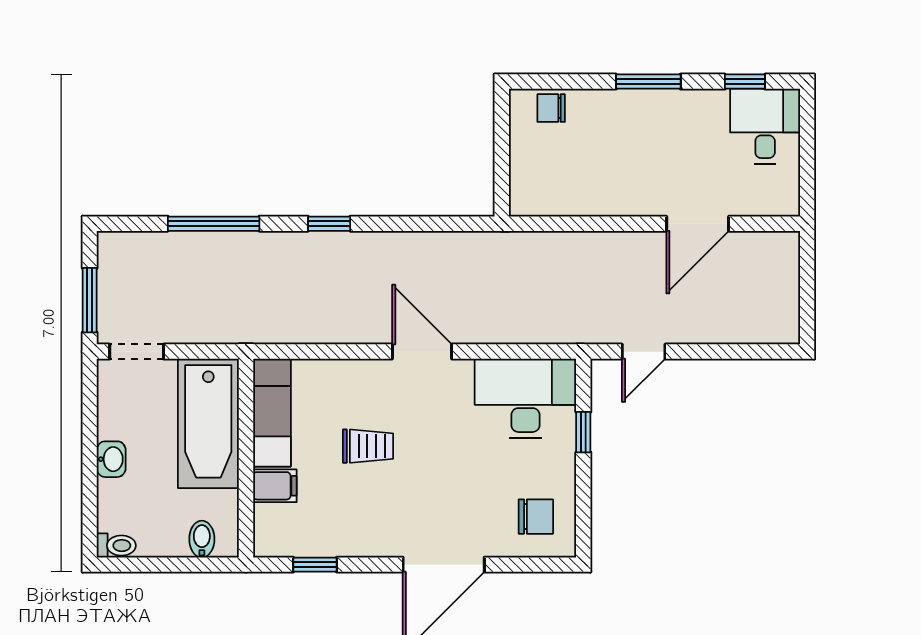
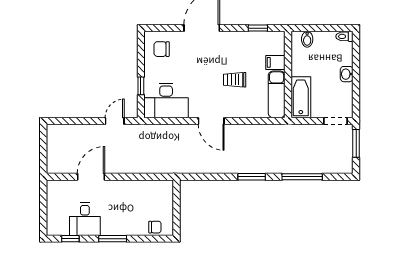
desk: (765, 126) -> (85, 219), moved
window: (329, 224) -> (252, 177), width x1.50
bathtub: (208, 423) -> (301, 97), width x0.73, depth x0.73

